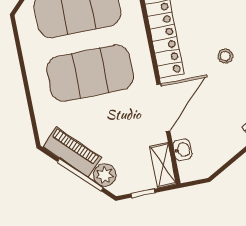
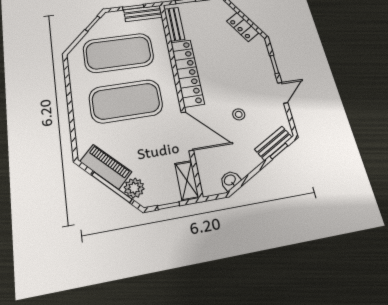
stool: (225, 56) -> (239, 114), moved
door: (163, 108) -> (187, 131), hinge flipped
washbasin: (182, 150) -> (230, 180), moved, turned -119

